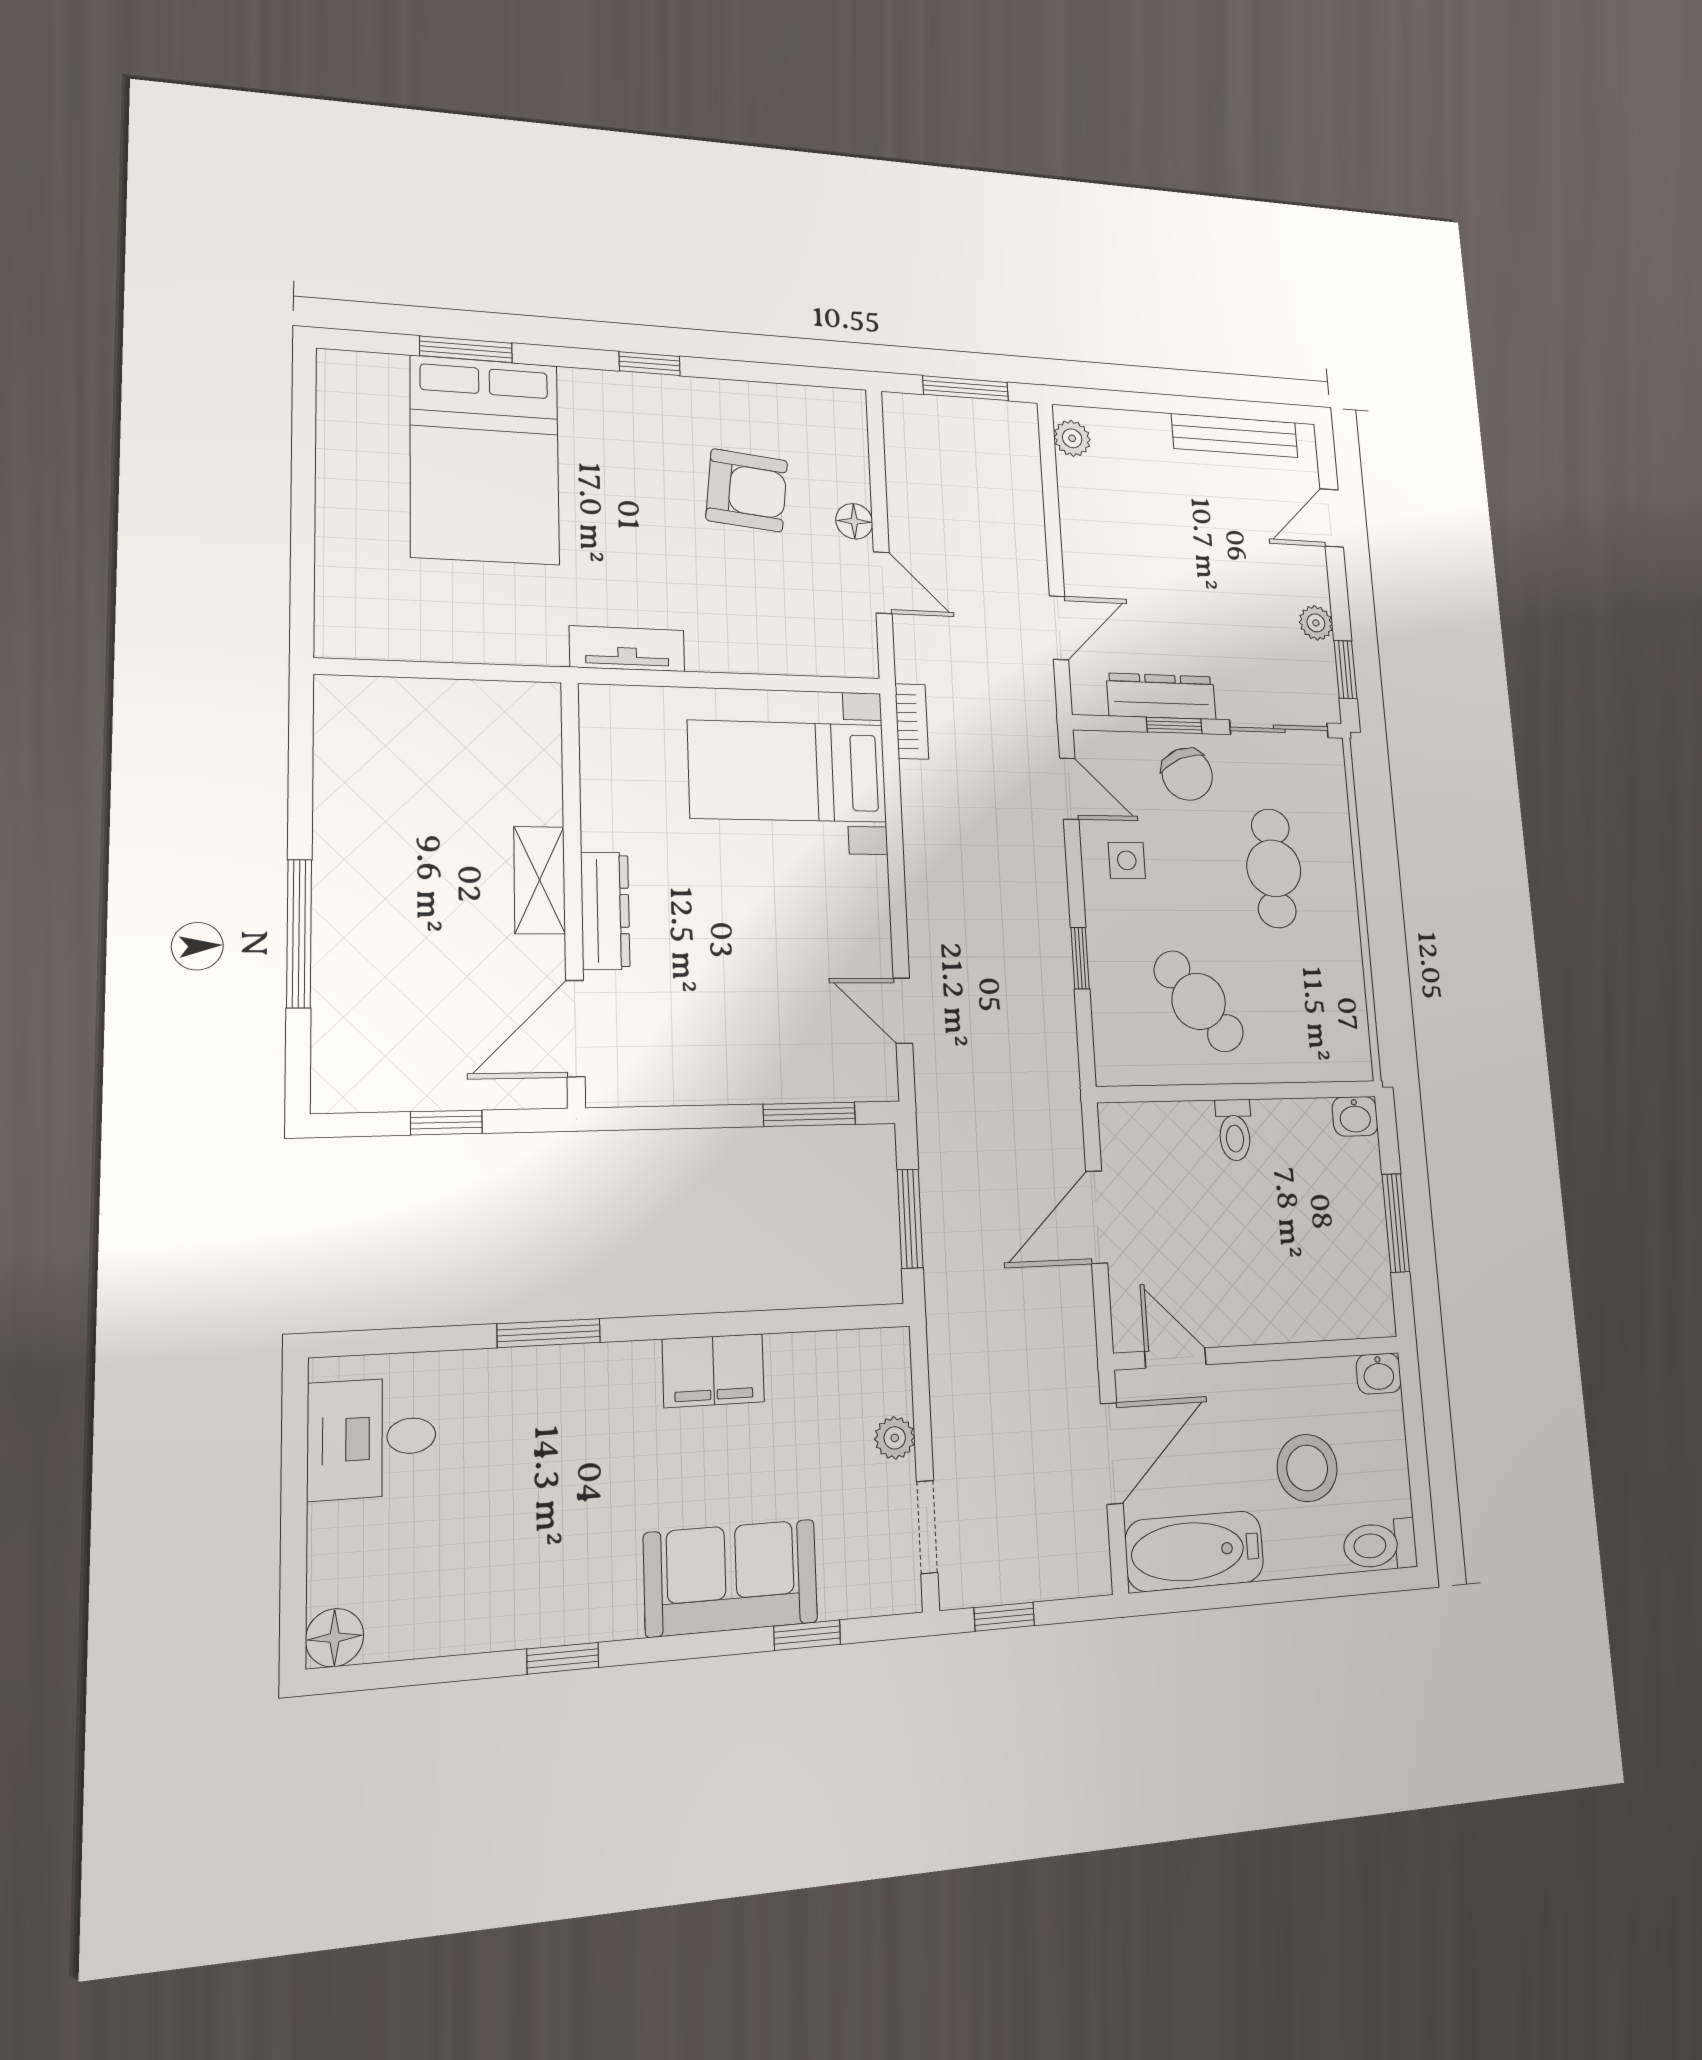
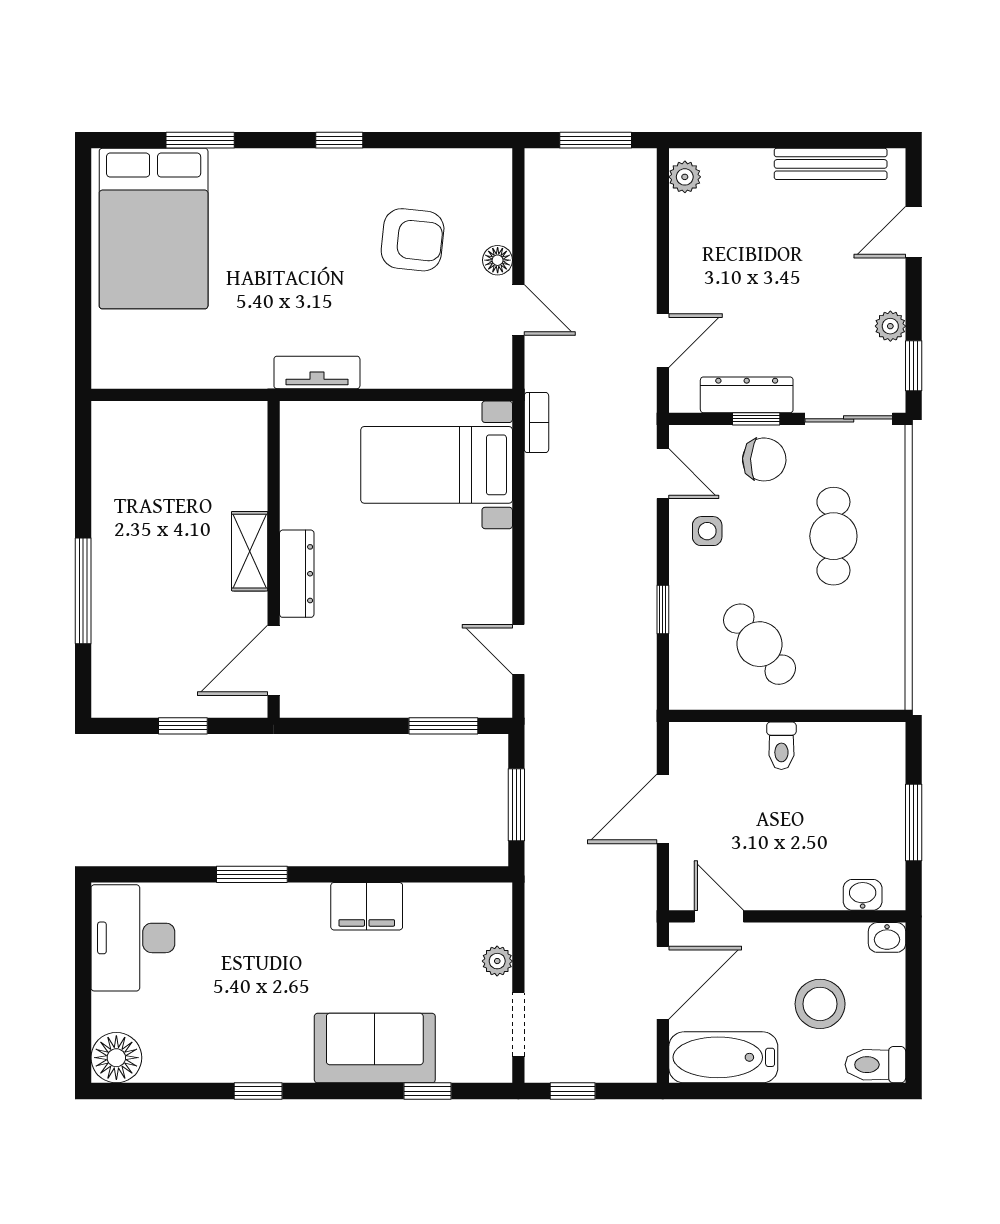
bed: (485, 460) -> (154, 229), moved
chair: (1187, 774) -> (764, 459), turned -65
washbasin: (1355, 1116) -> (863, 895), moved, turned 180
desk: (372, 1438) -> (133, 938), width x1.37
floor lamp: (335, 1638) -> (116, 1058), width x1.38, depth x1.38

